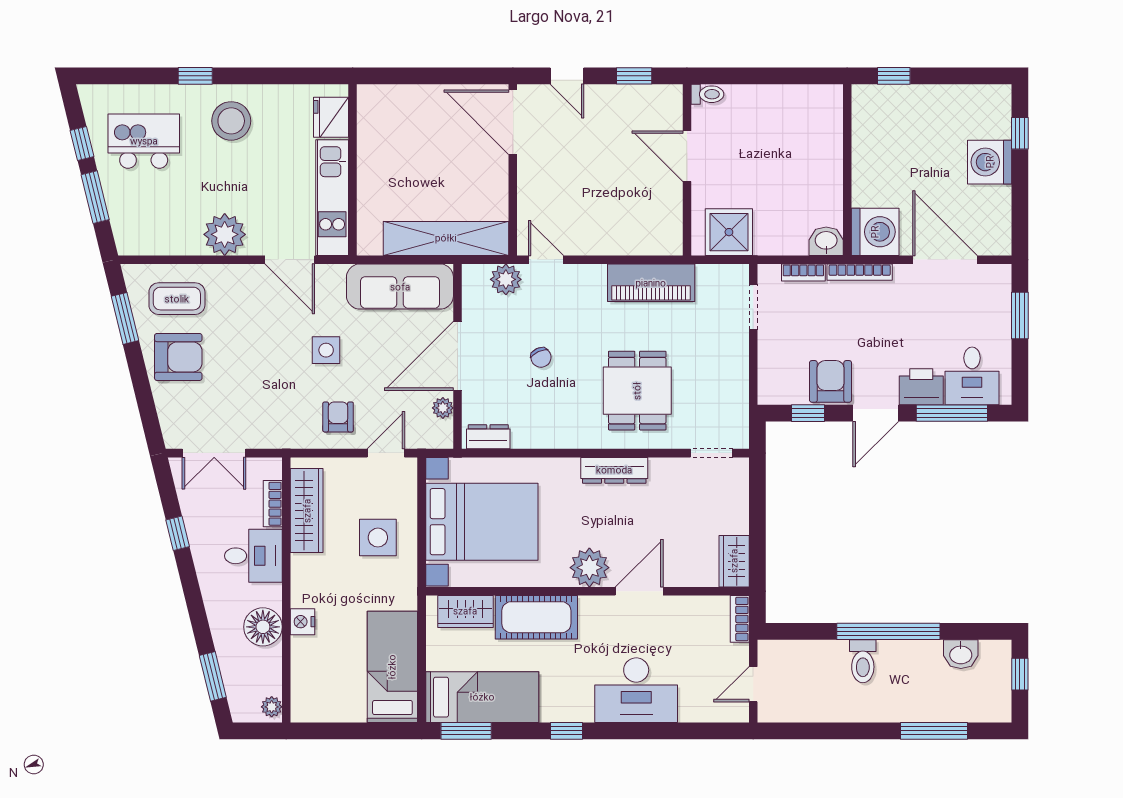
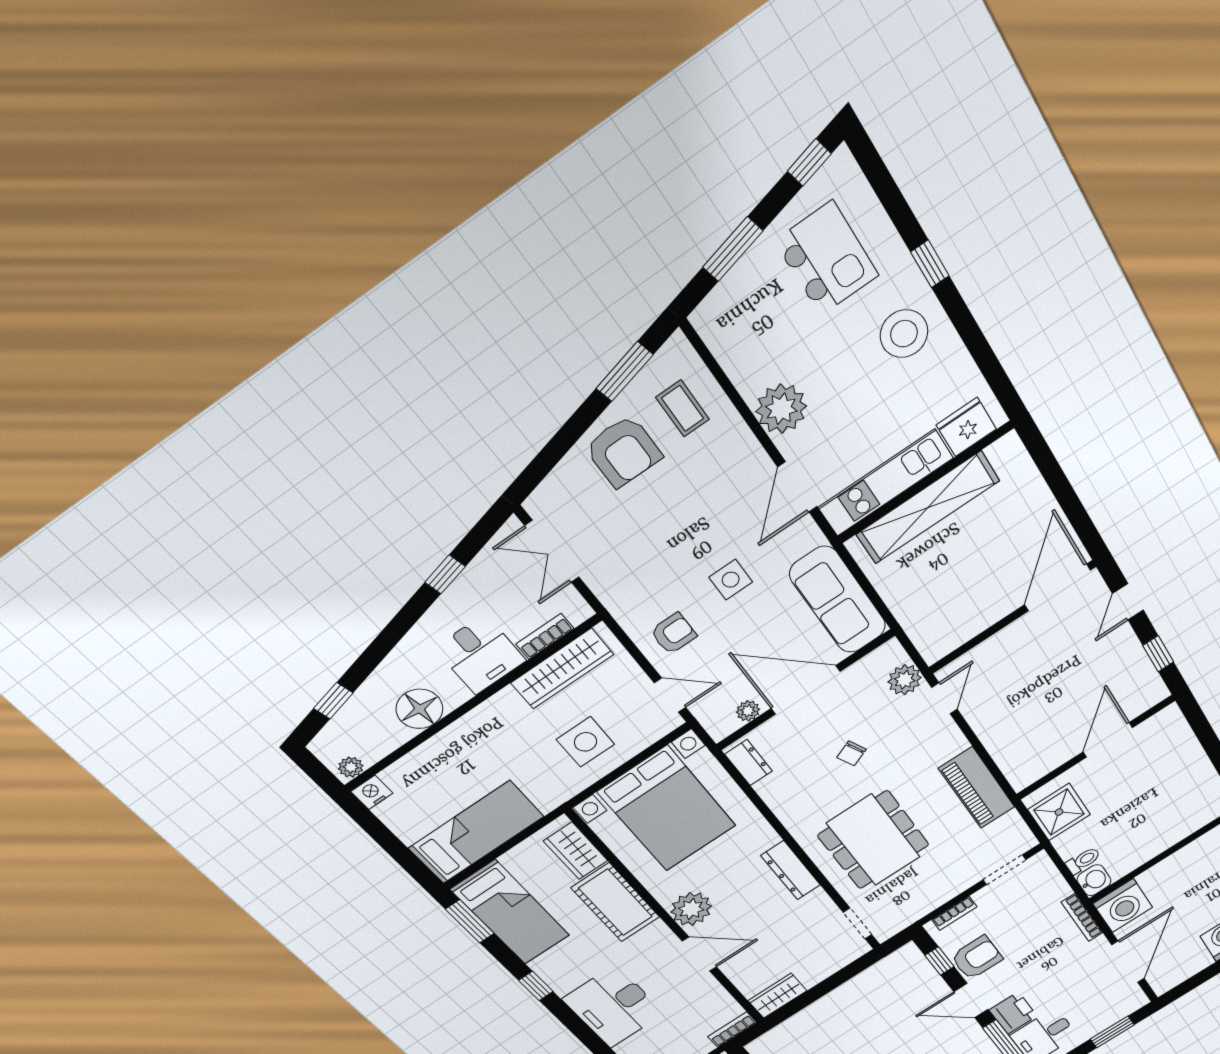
toilet: (707, 94) -> (1083, 861), moved, turned -90
window: (82, 144) -> (809, 162), moved
shelving: (446, 238) -> (928, 508), moved, turned 90
bookcase: (803, 272) -> (954, 913), moved, turned -90
coffee table: (177, 299) -> (683, 408), width x0.73, depth x0.77
dining table: (637, 391) -> (874, 840), width x1.38
nightstand: (302, 622) -> (372, 792), moved
window: (213, 676) -> (333, 701), width x0.67

